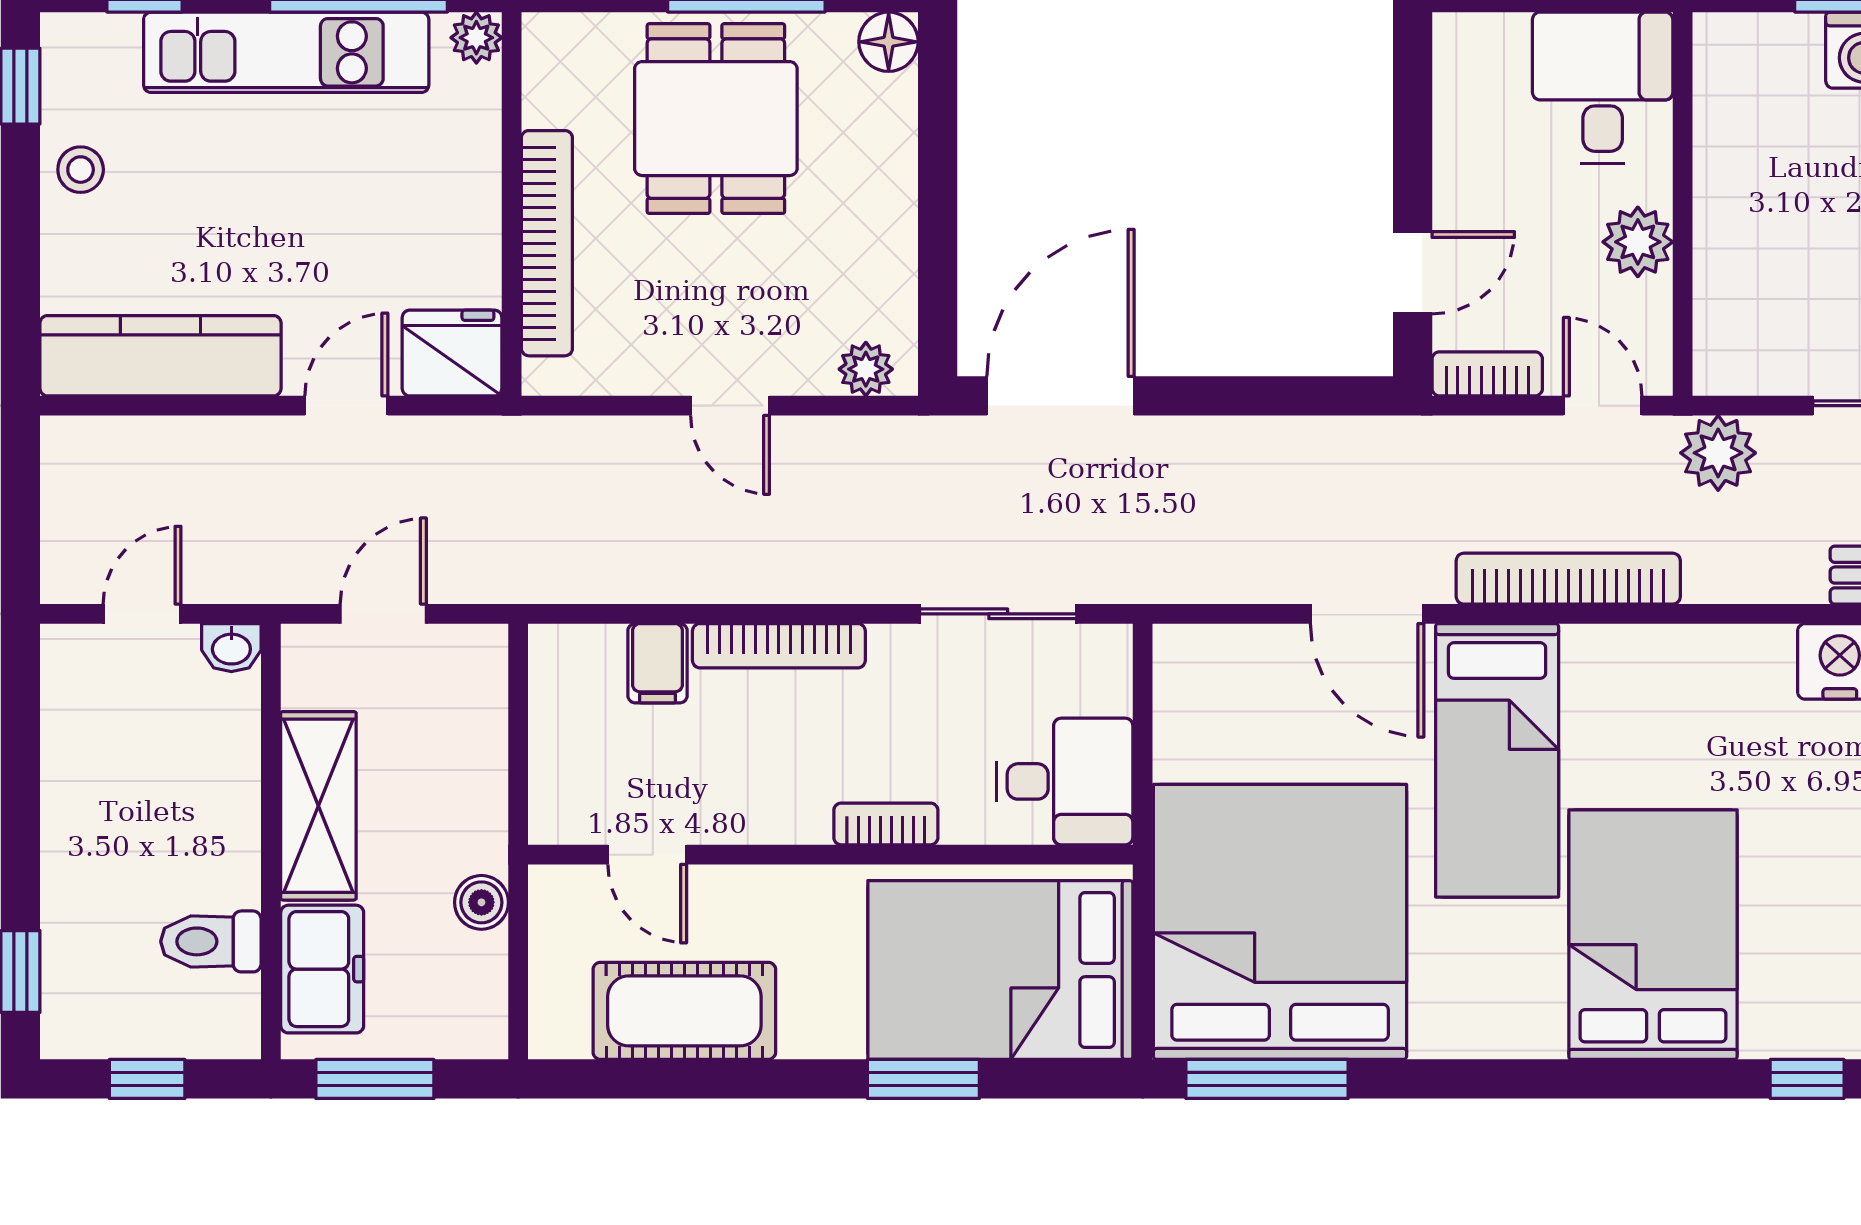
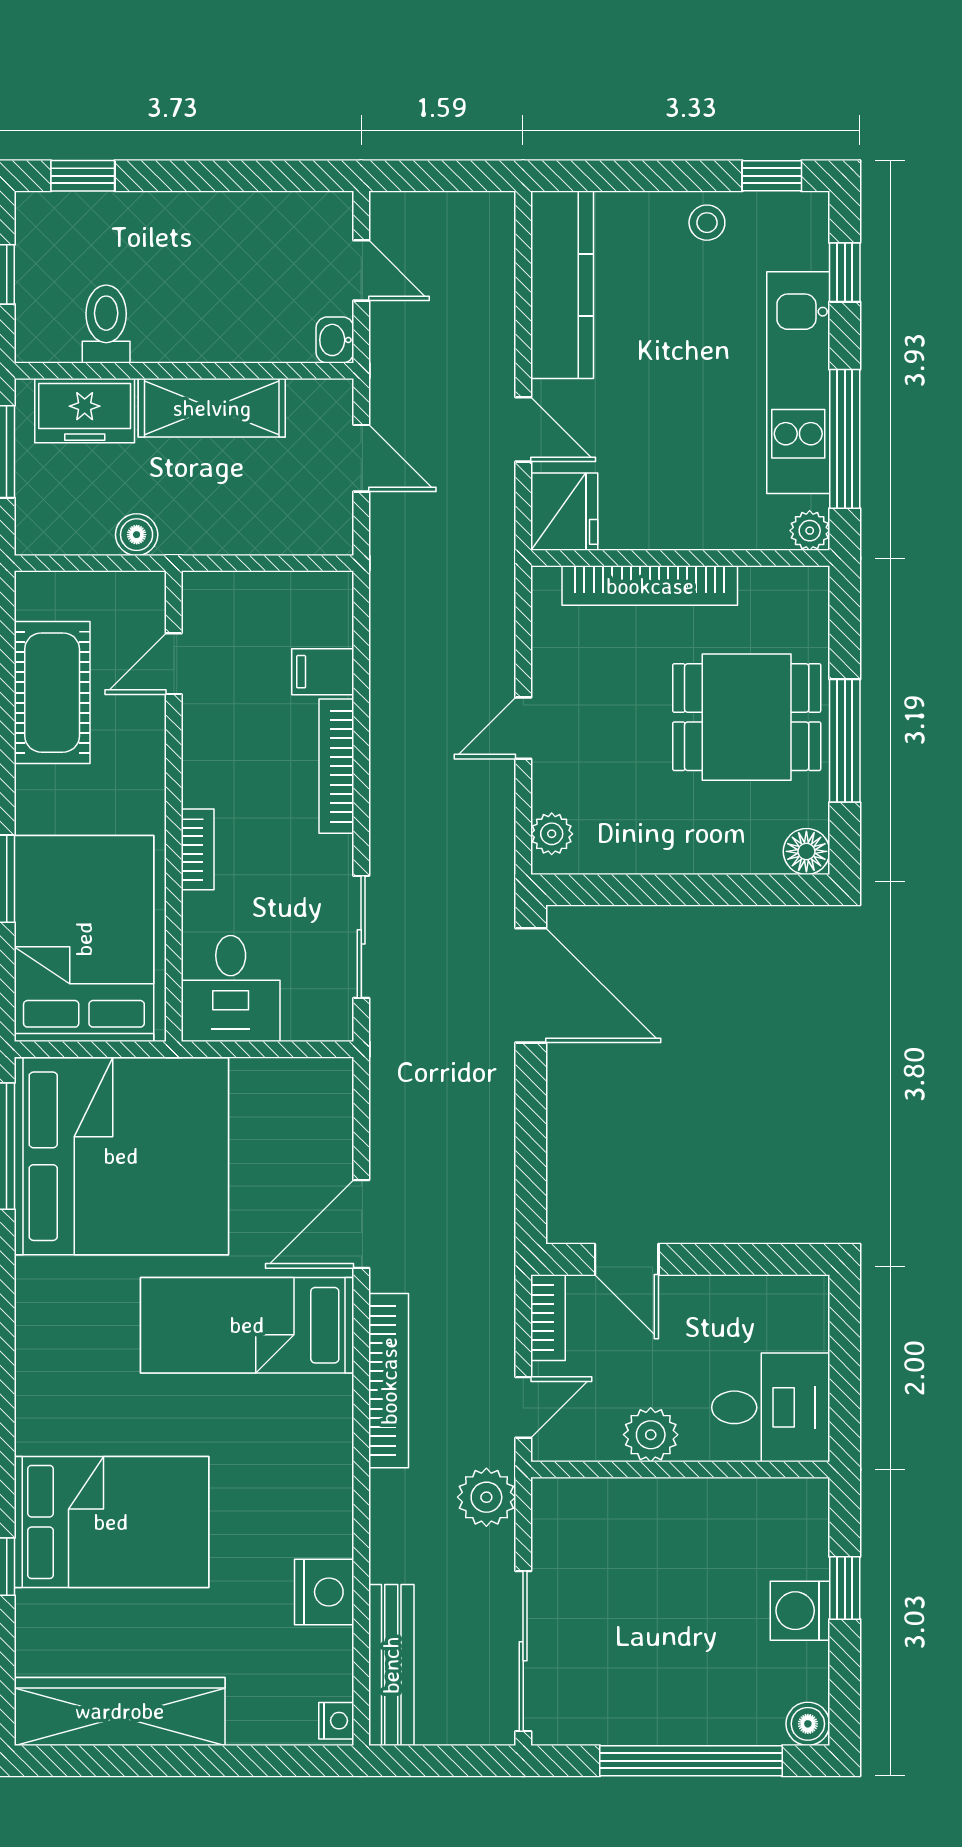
bed: (1653, 935) -> (111, 1522), moved

